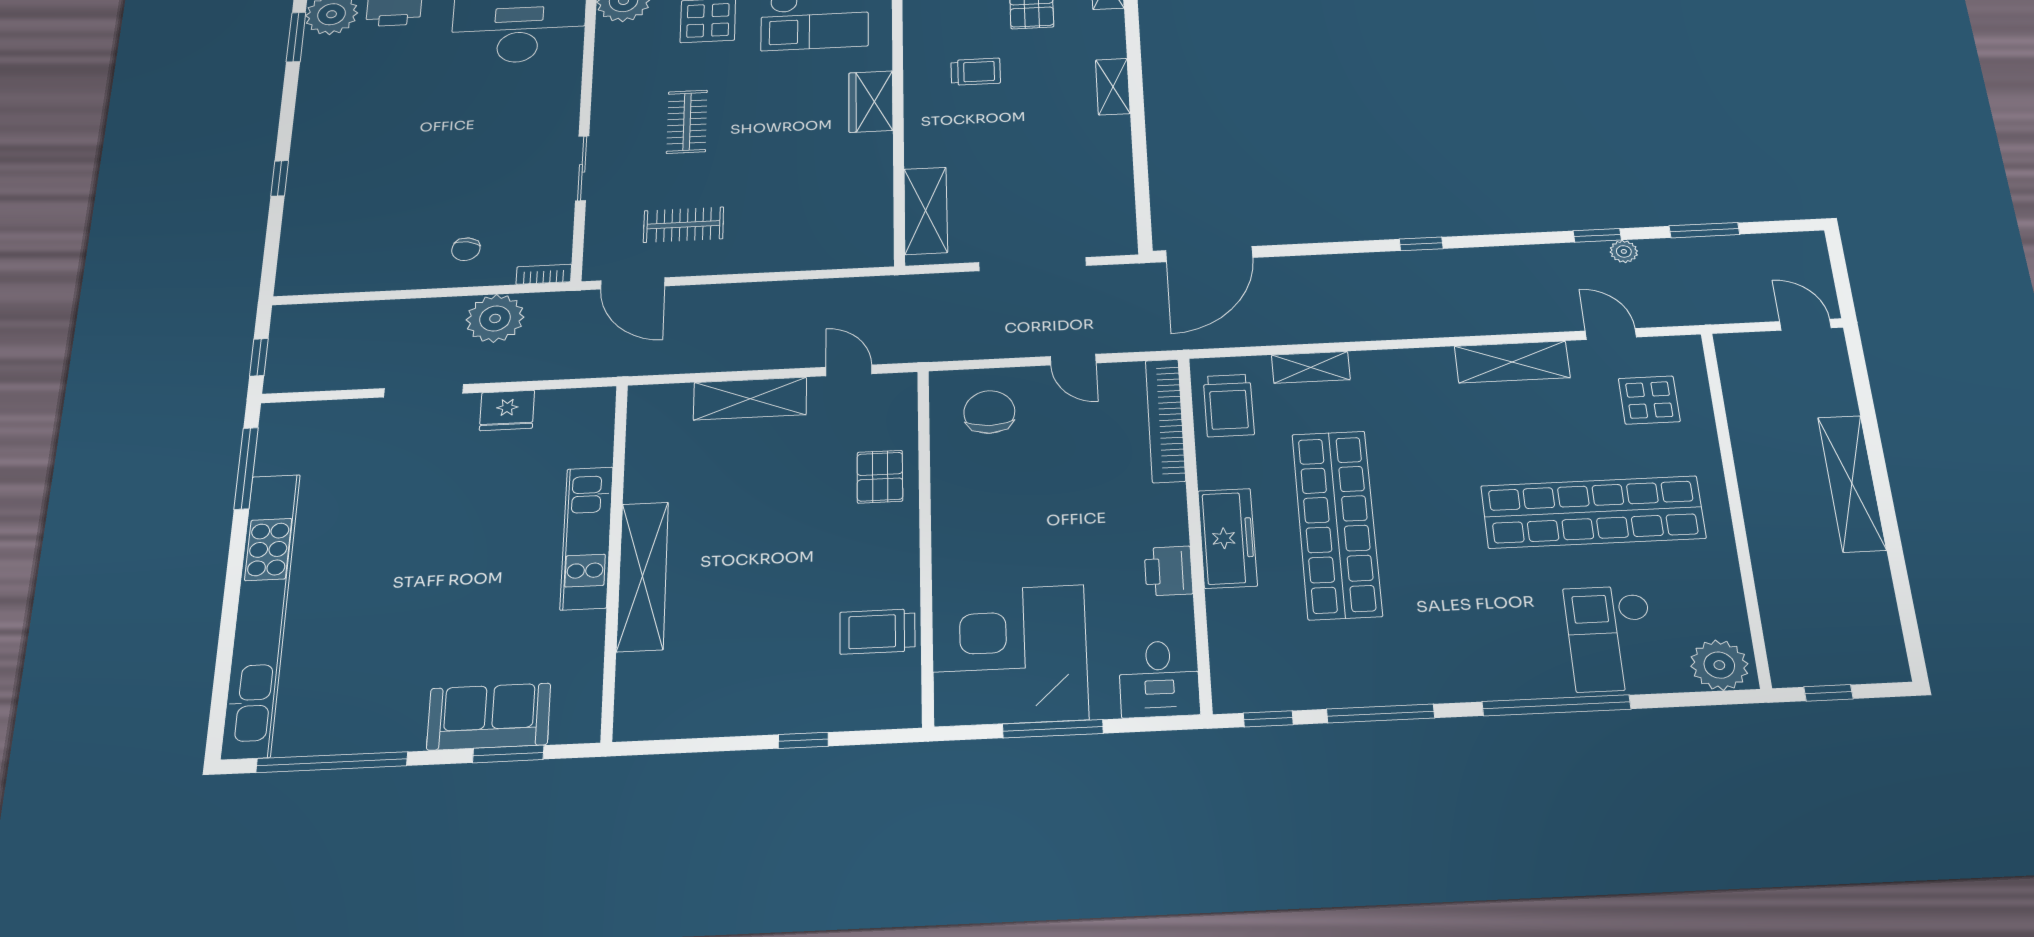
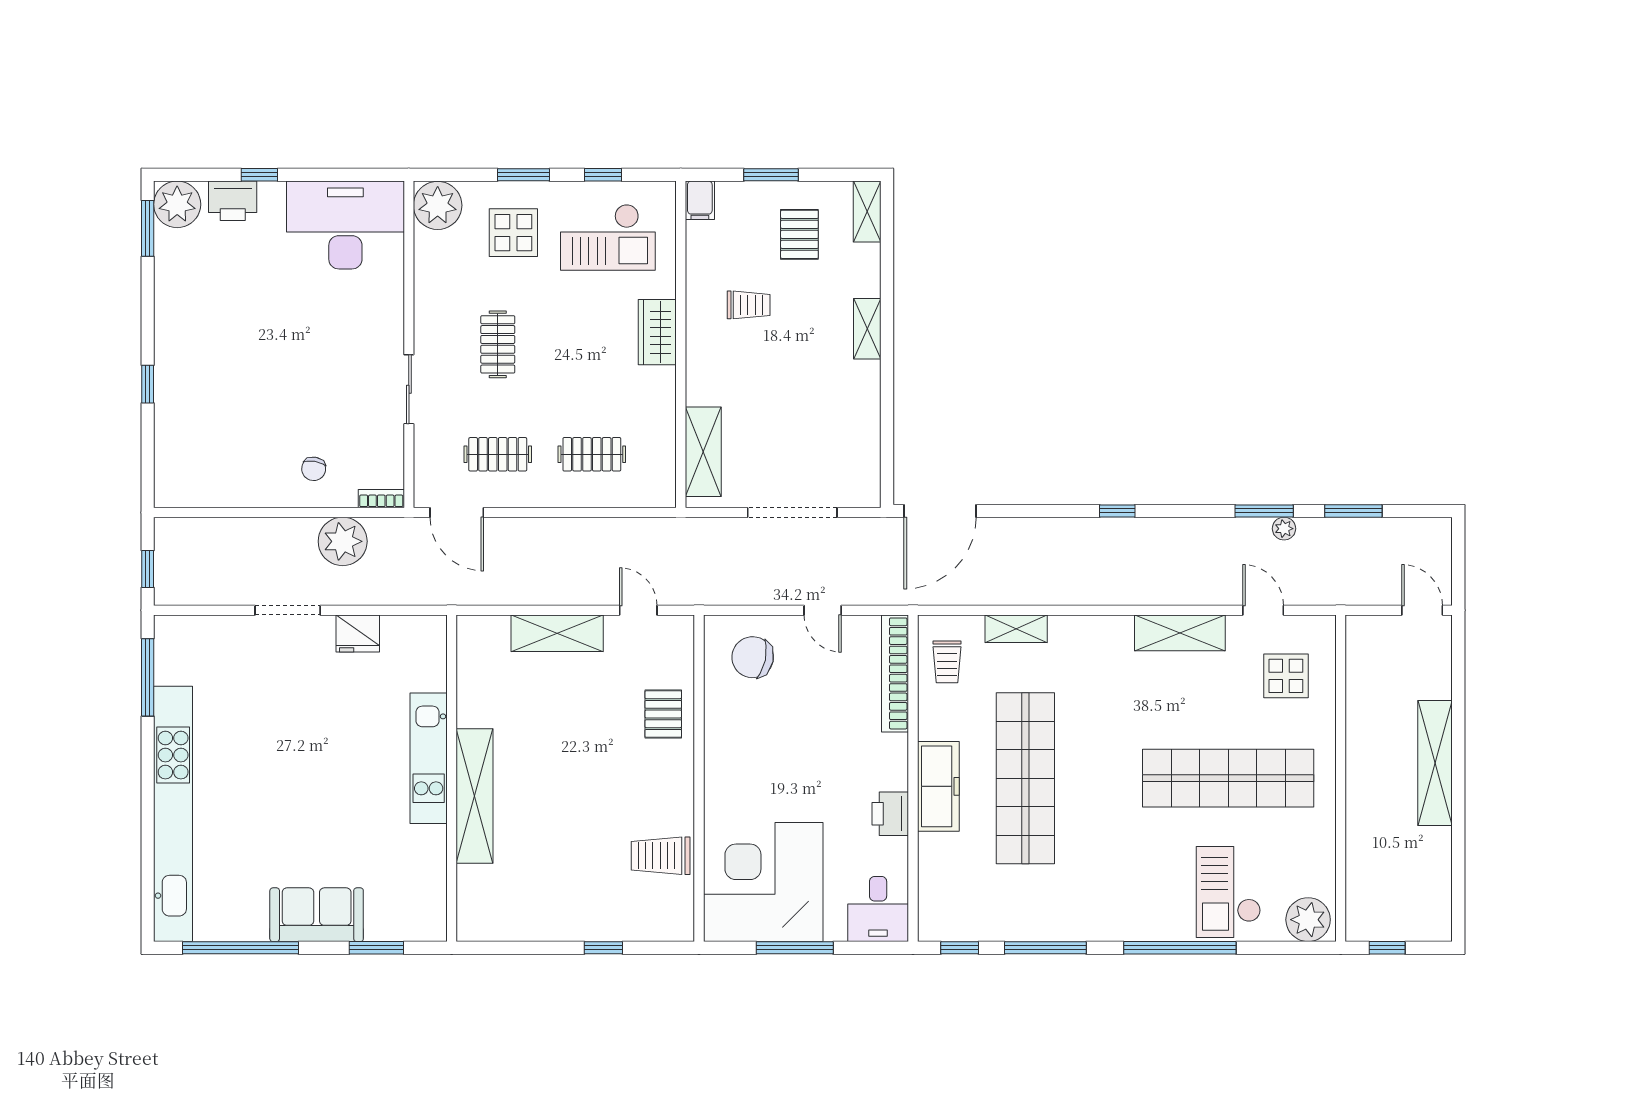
clothes rail: (794, 219) -> (592, 454), added
window: (1597, 235) -> (1264, 511), width x1.50
trolley: (1229, 405) -> (947, 662), width x0.73, depth x0.72
chair: (989, 412) -> (753, 657), turned -78
sofa: (489, 717) -> (317, 915), moved

